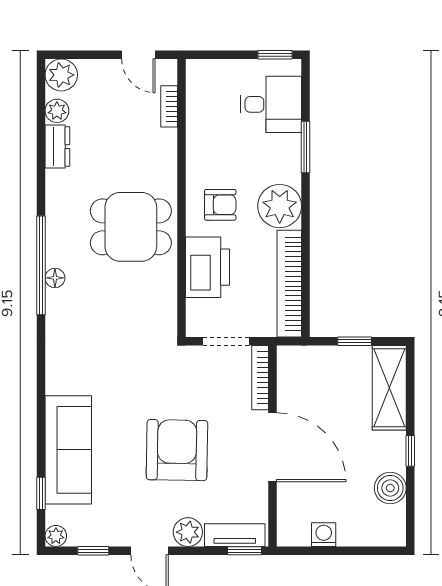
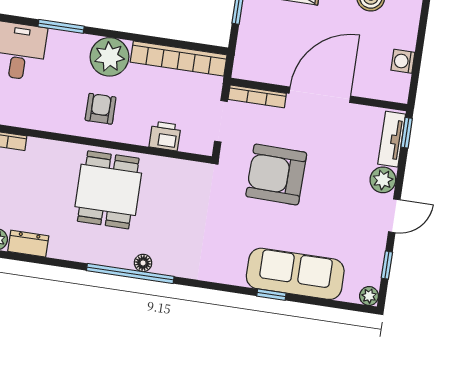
printer: (207, 267) -> (165, 136), width x0.53, depth x0.68
armchair: (177, 450) -> (276, 174), moved
window: (41, 493) -> (271, 295), moved

